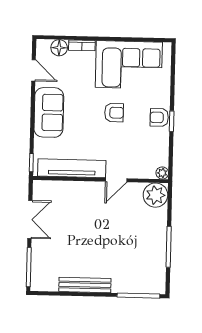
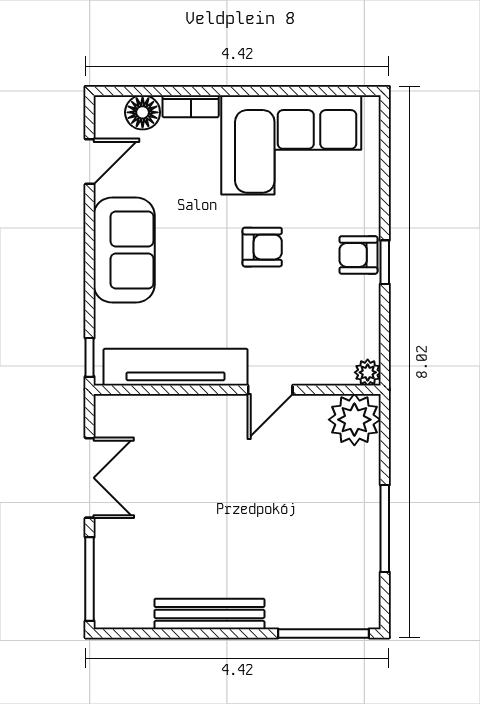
door: (34, 70) -> (90, 162), hinge flipped

